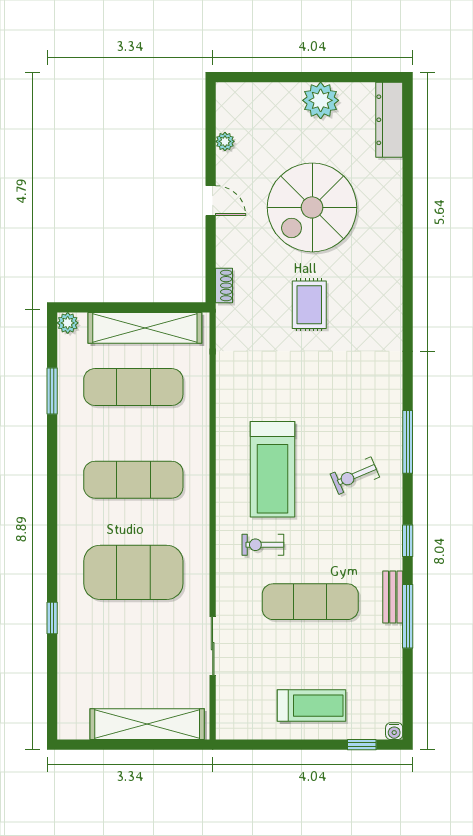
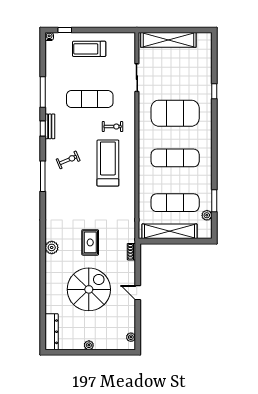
plant: (321, 100) -> (89, 345), width x0.53, depth x0.53
plant: (225, 141) -> (131, 337), moved
plant: (389, 294) -> (52, 247), added
plant: (68, 323) -> (207, 215), moved
bench: (393, 597) -> (50, 126), moved

